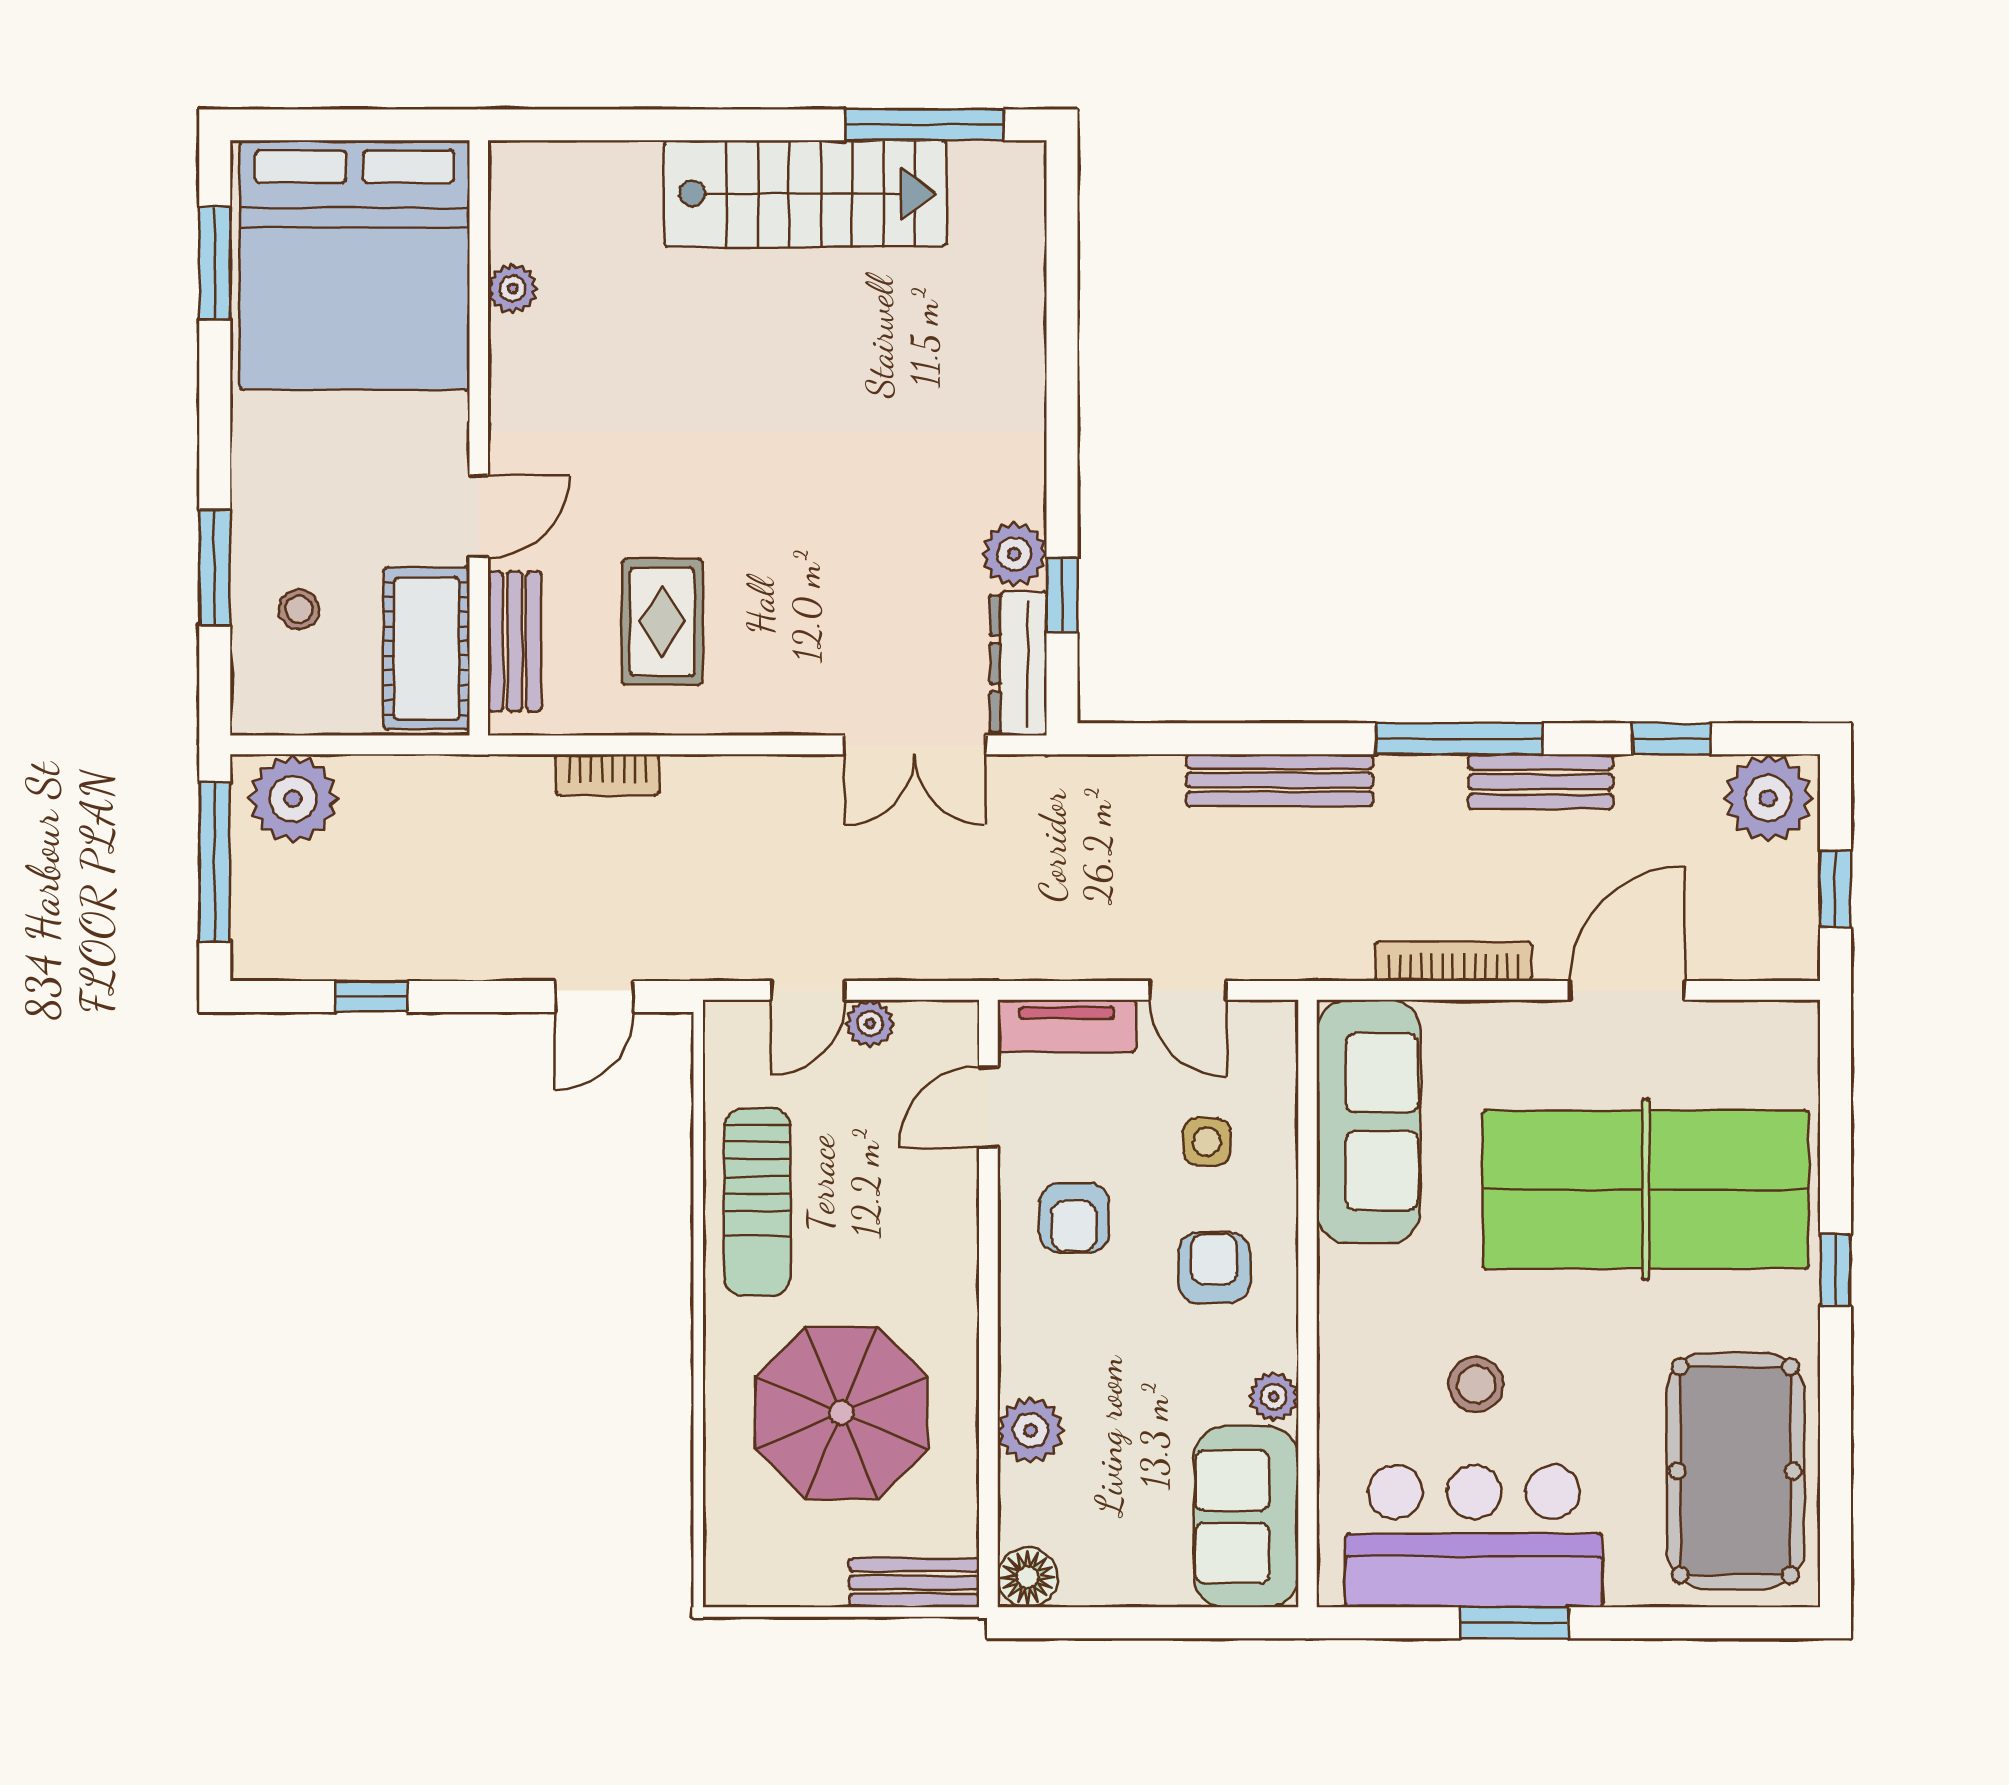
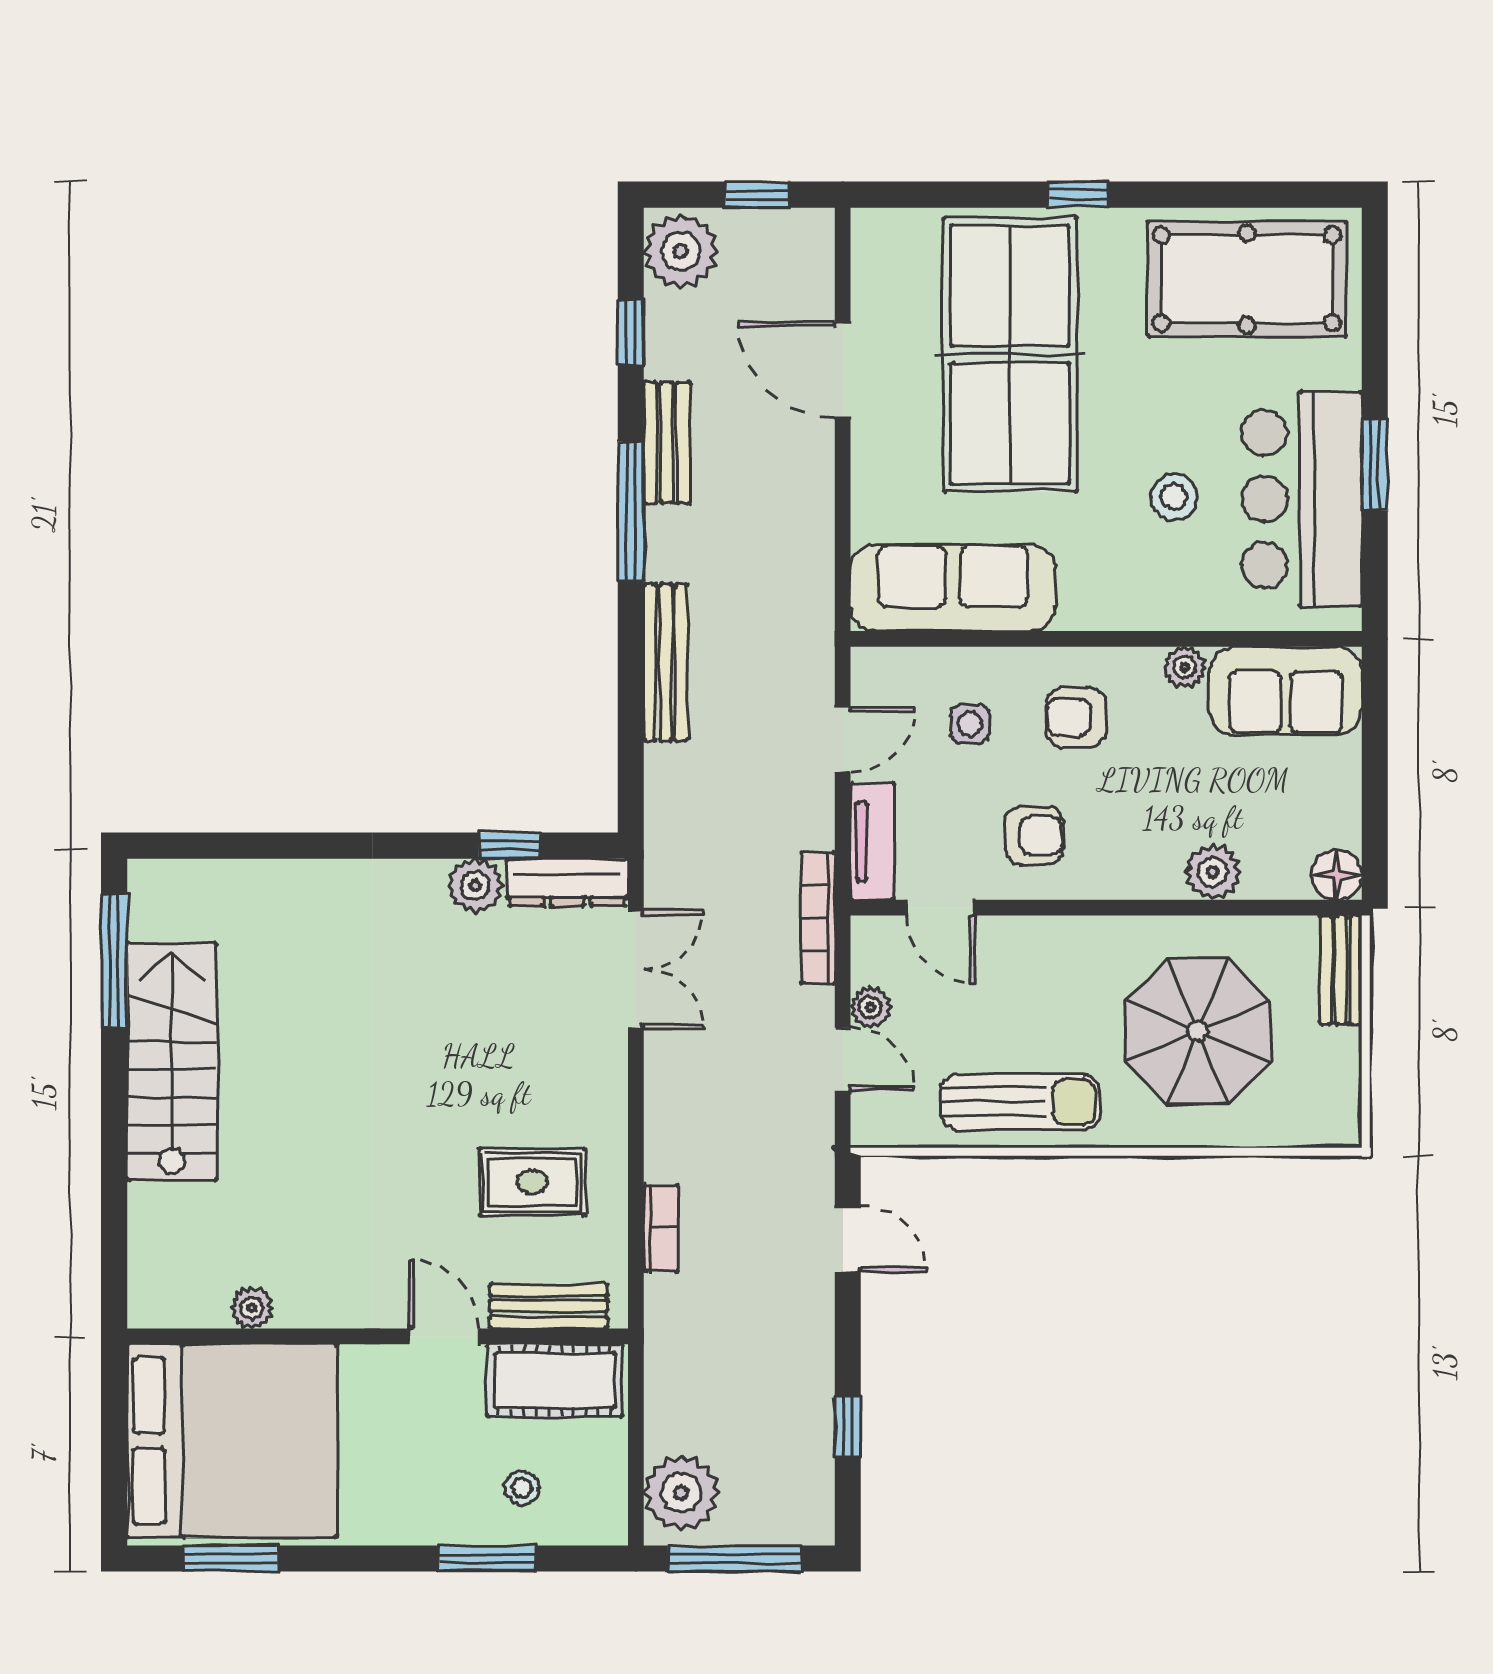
bookcase: (1454, 961) -> (818, 918), moved

